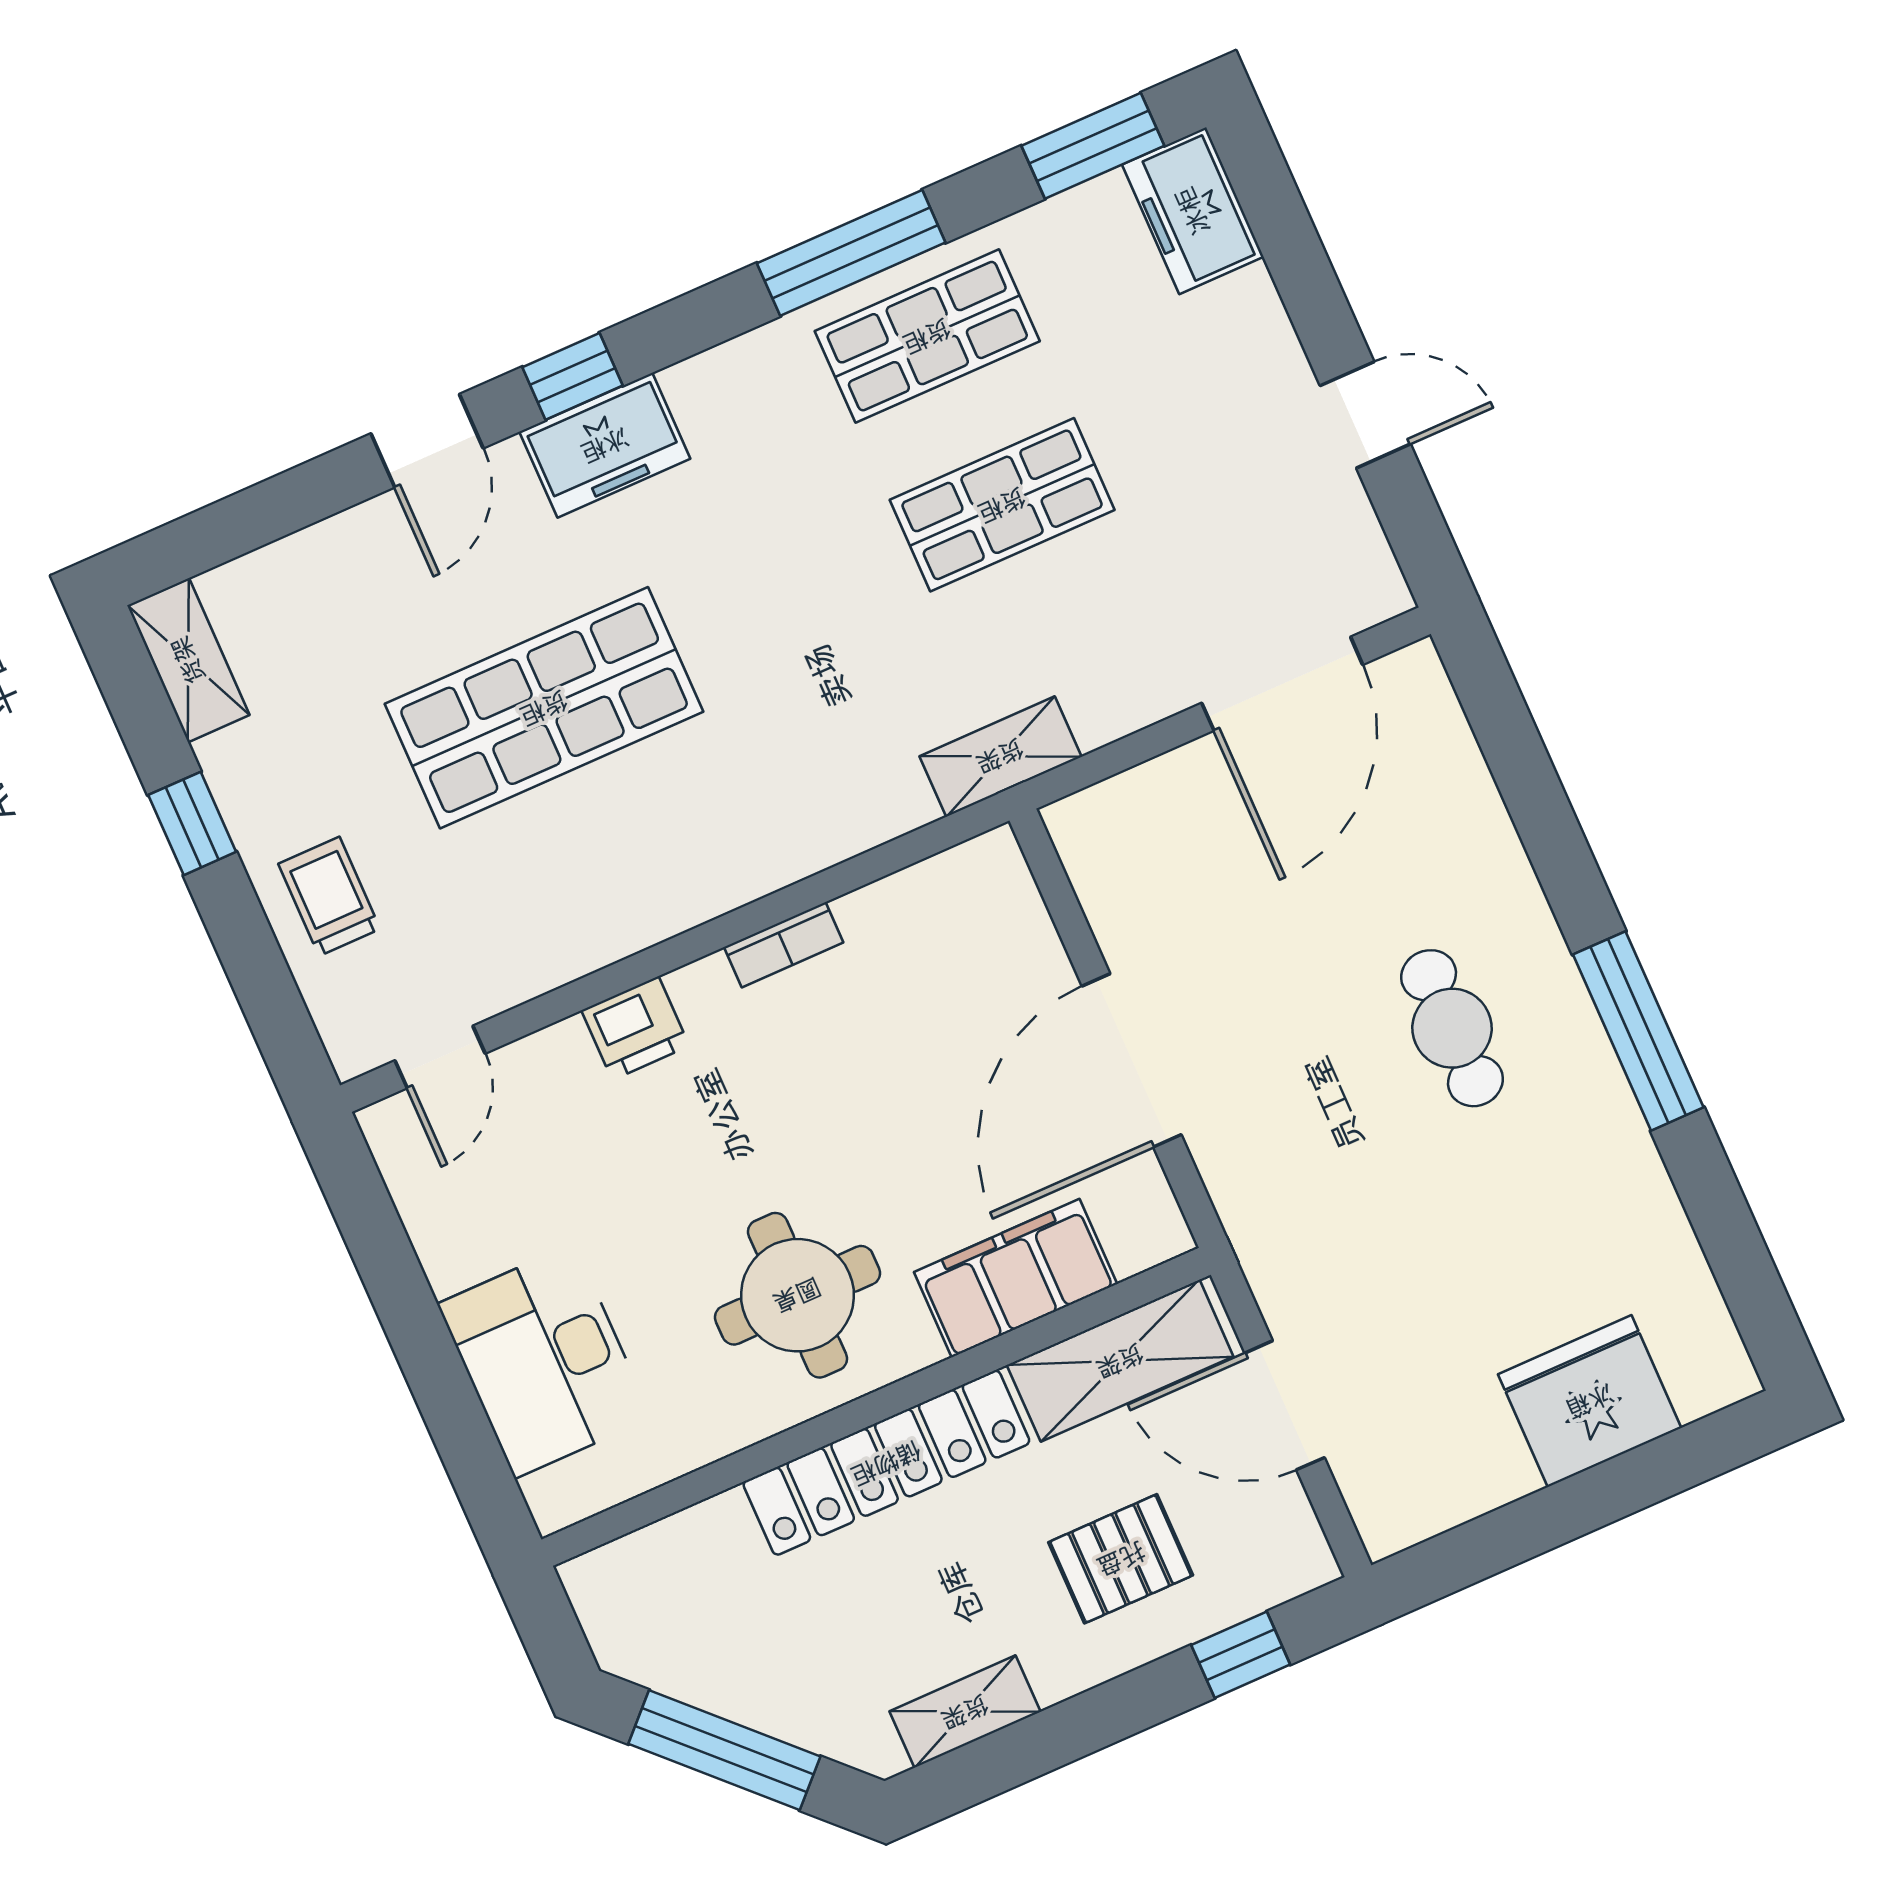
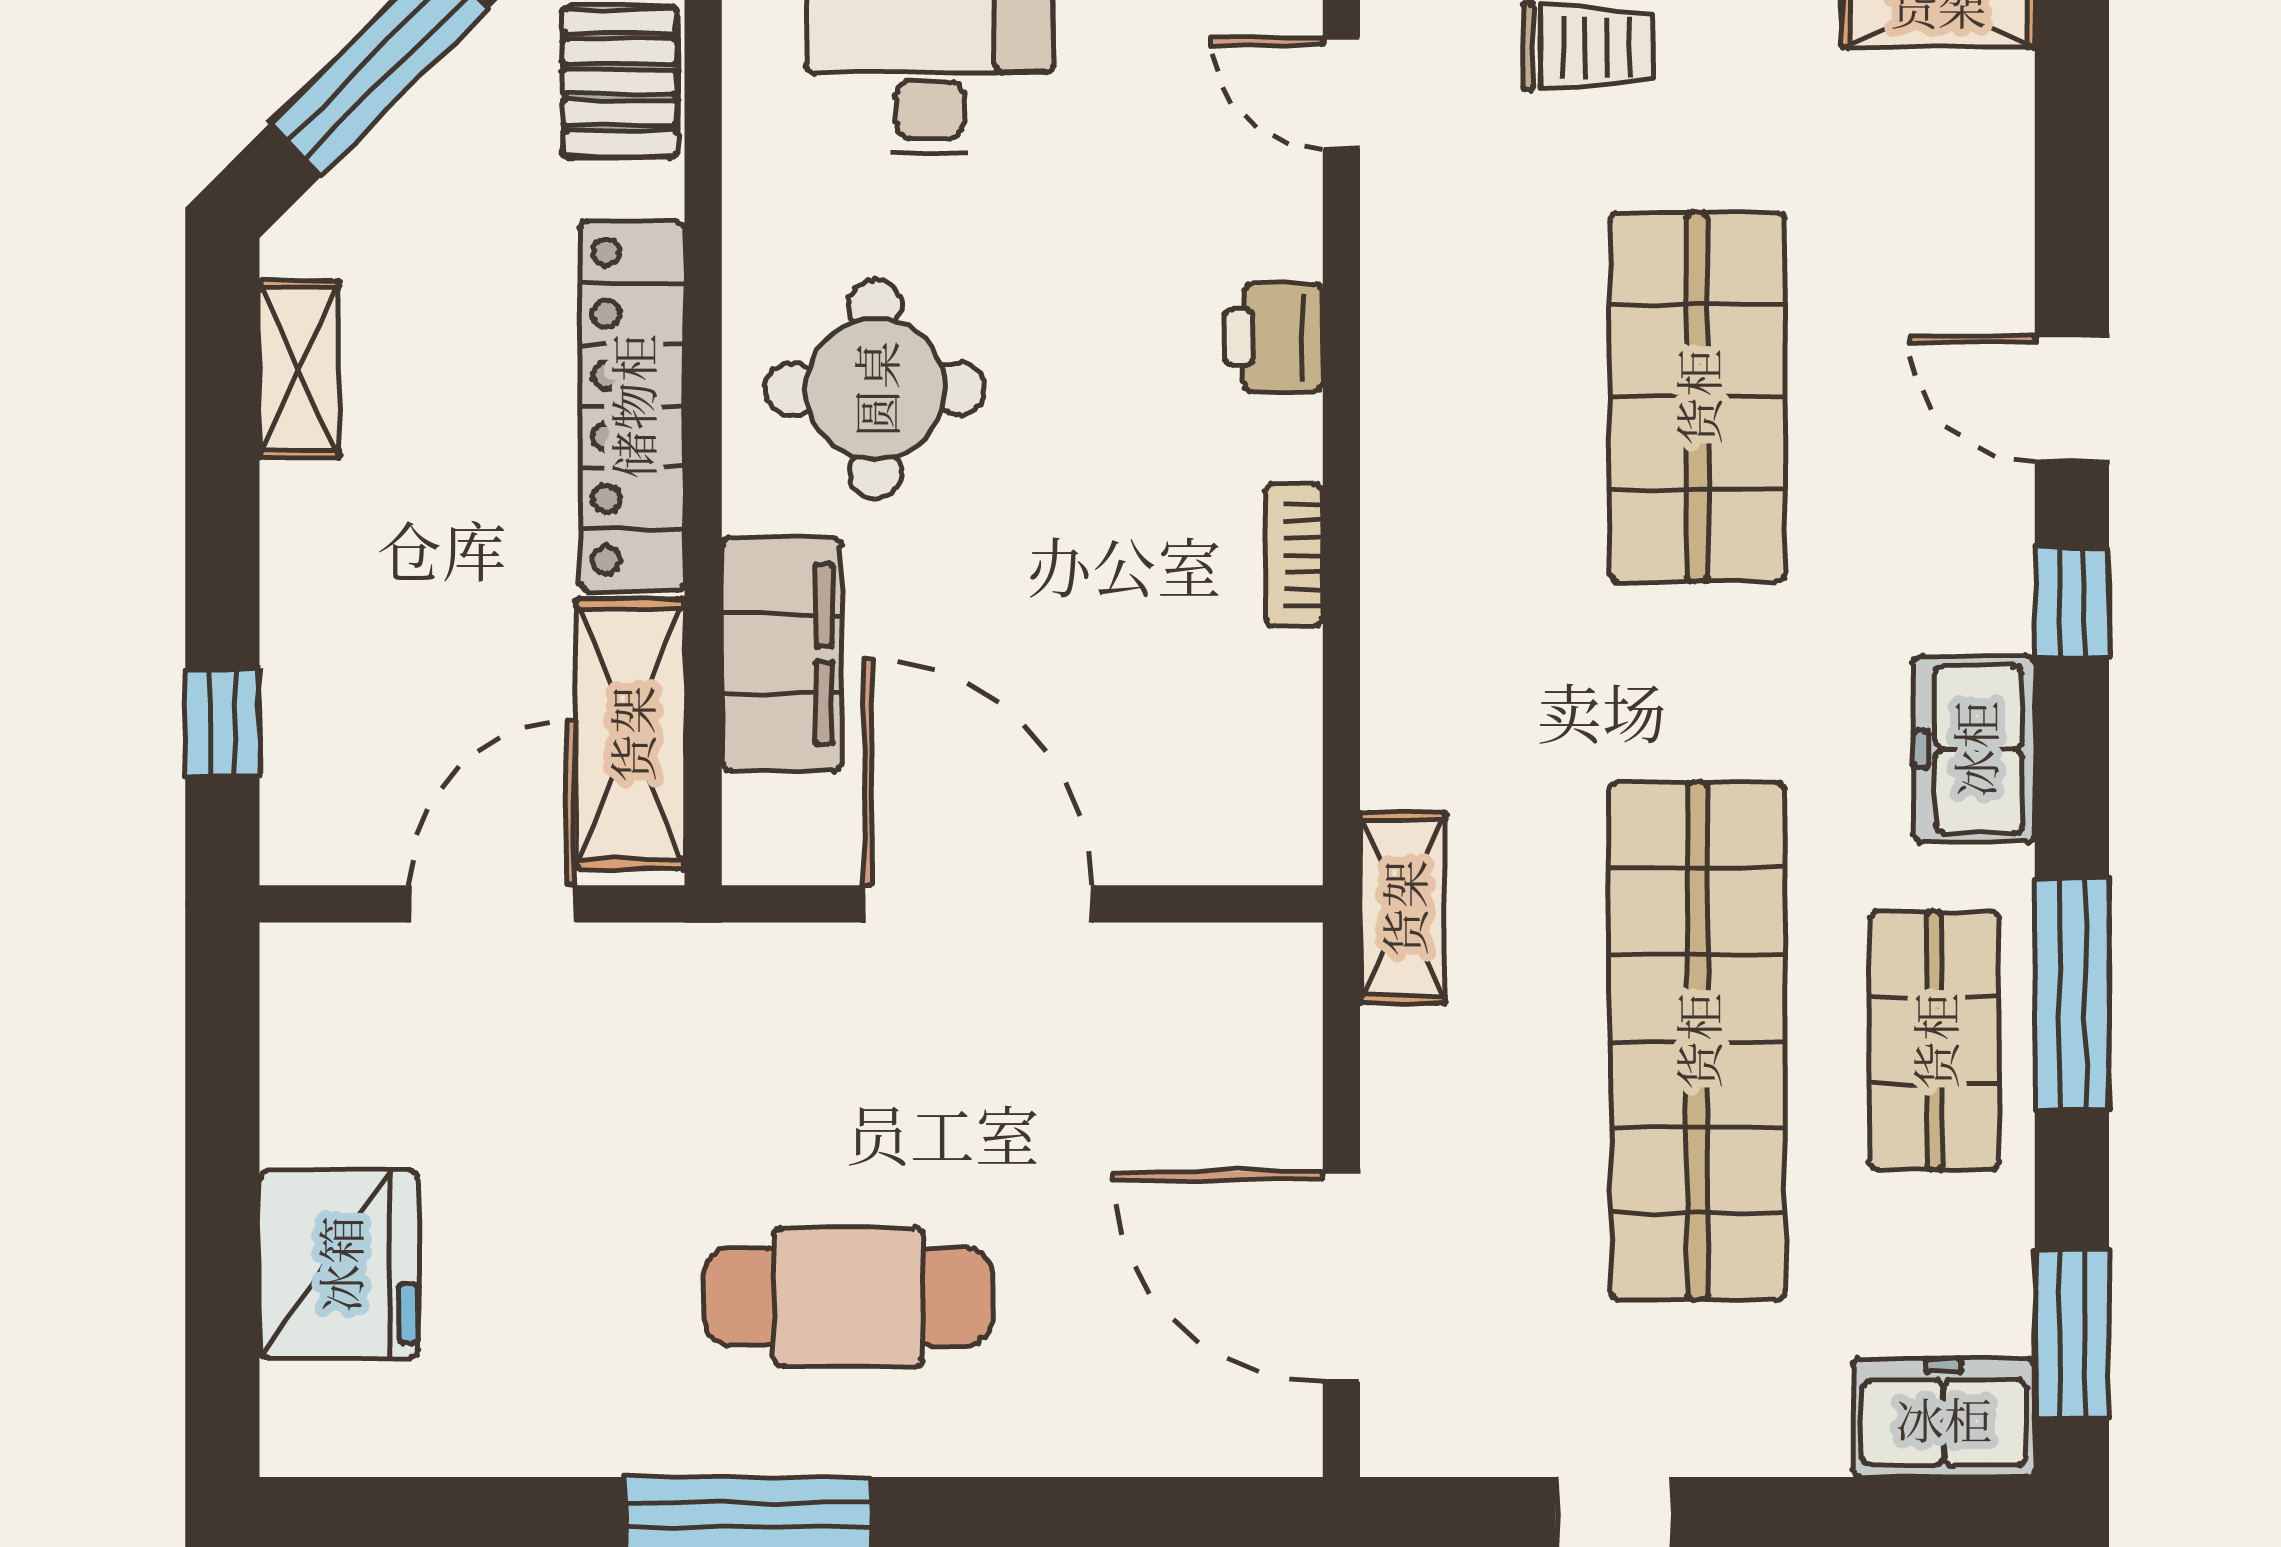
freezer: (605, 445) -> (1974, 749), moved
shop shelf: (1002, 505) -> (1697, 1041), width x2.00, depth x1.36
cafe table: (1452, 1028) -> (848, 1297), width x1.37, depth x1.35
pallet: (1121, 1559) -> (620, 82), moved

